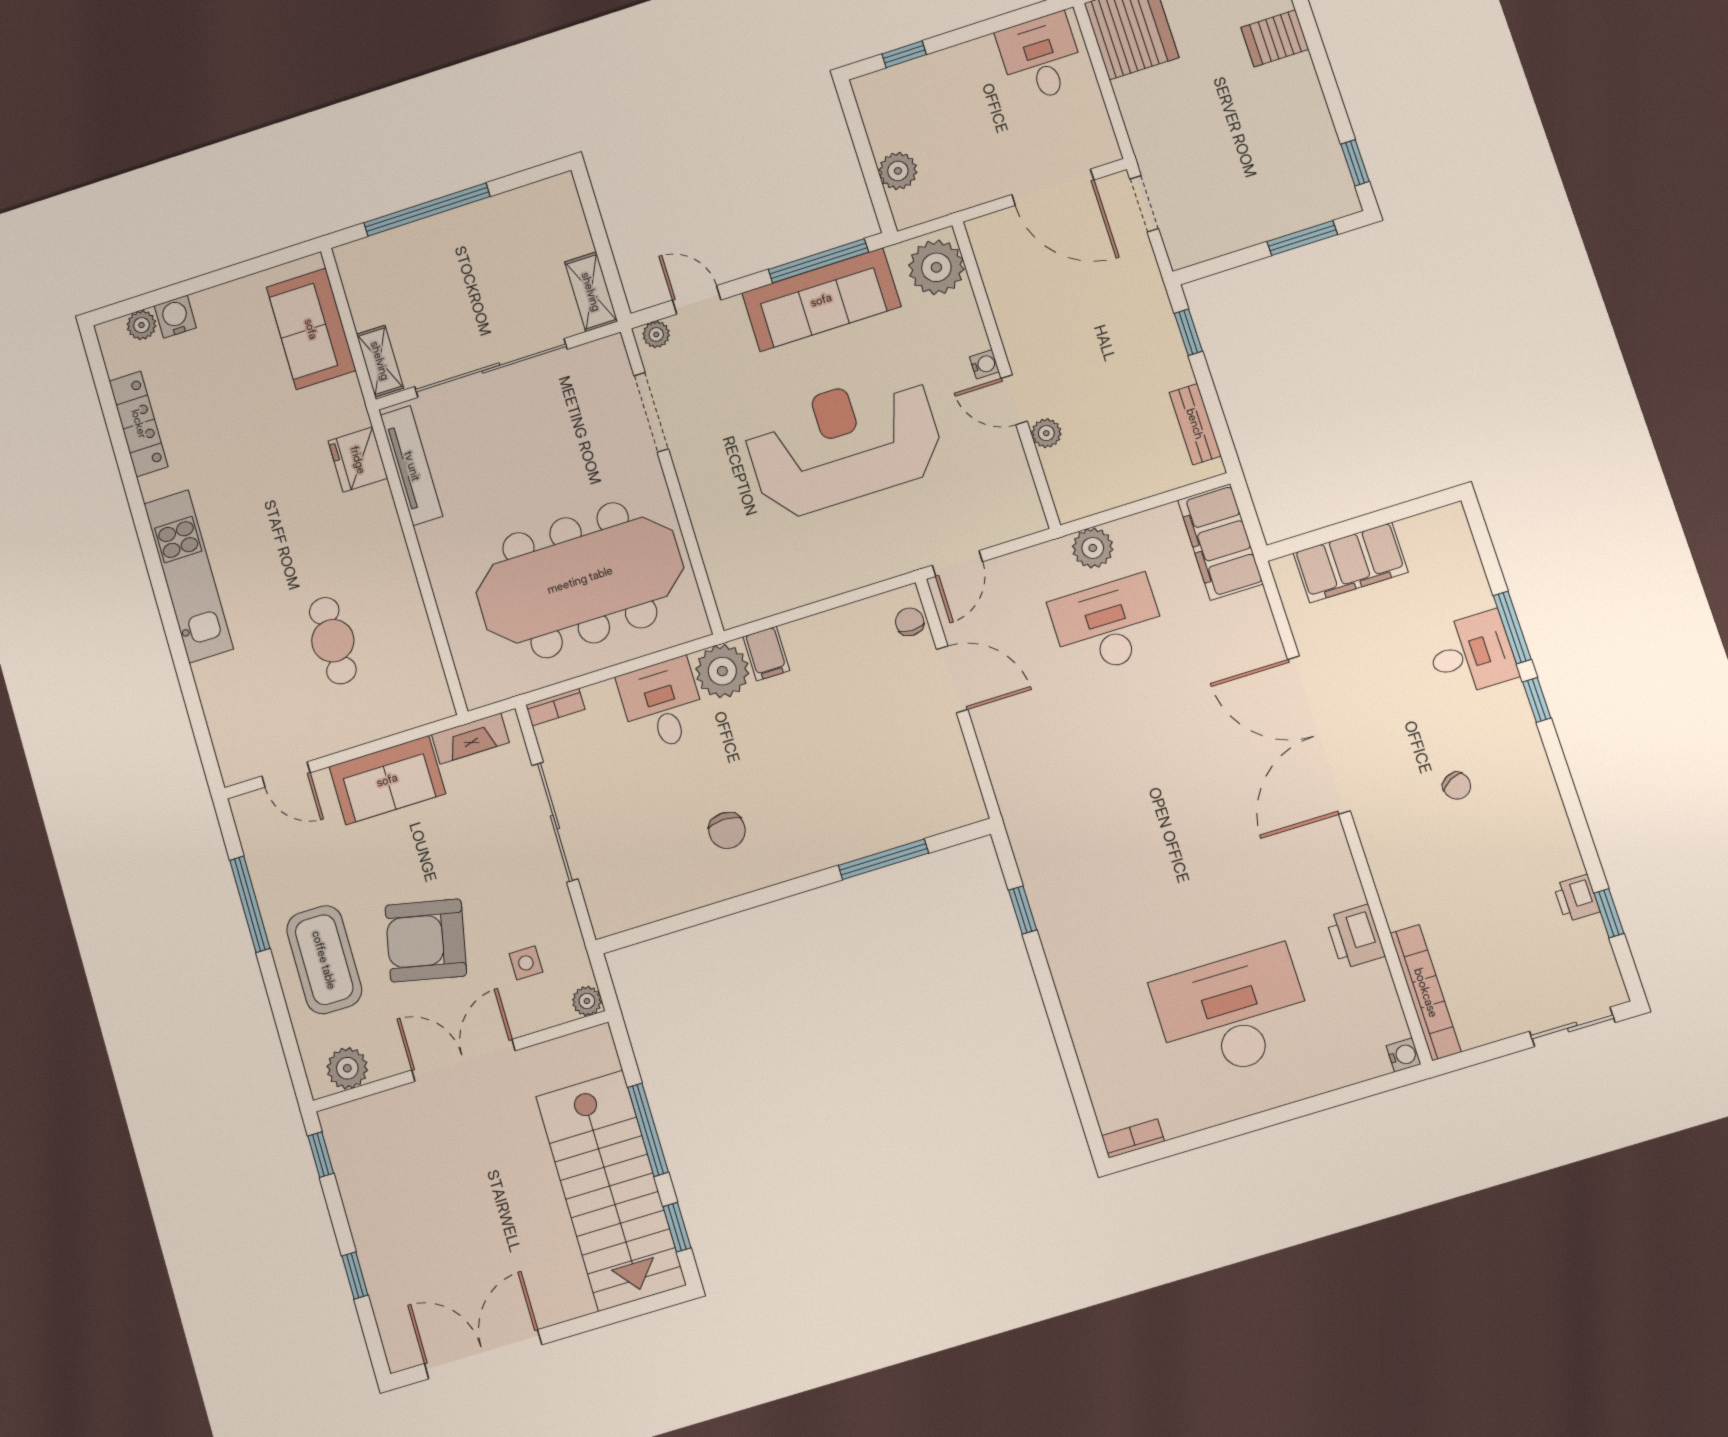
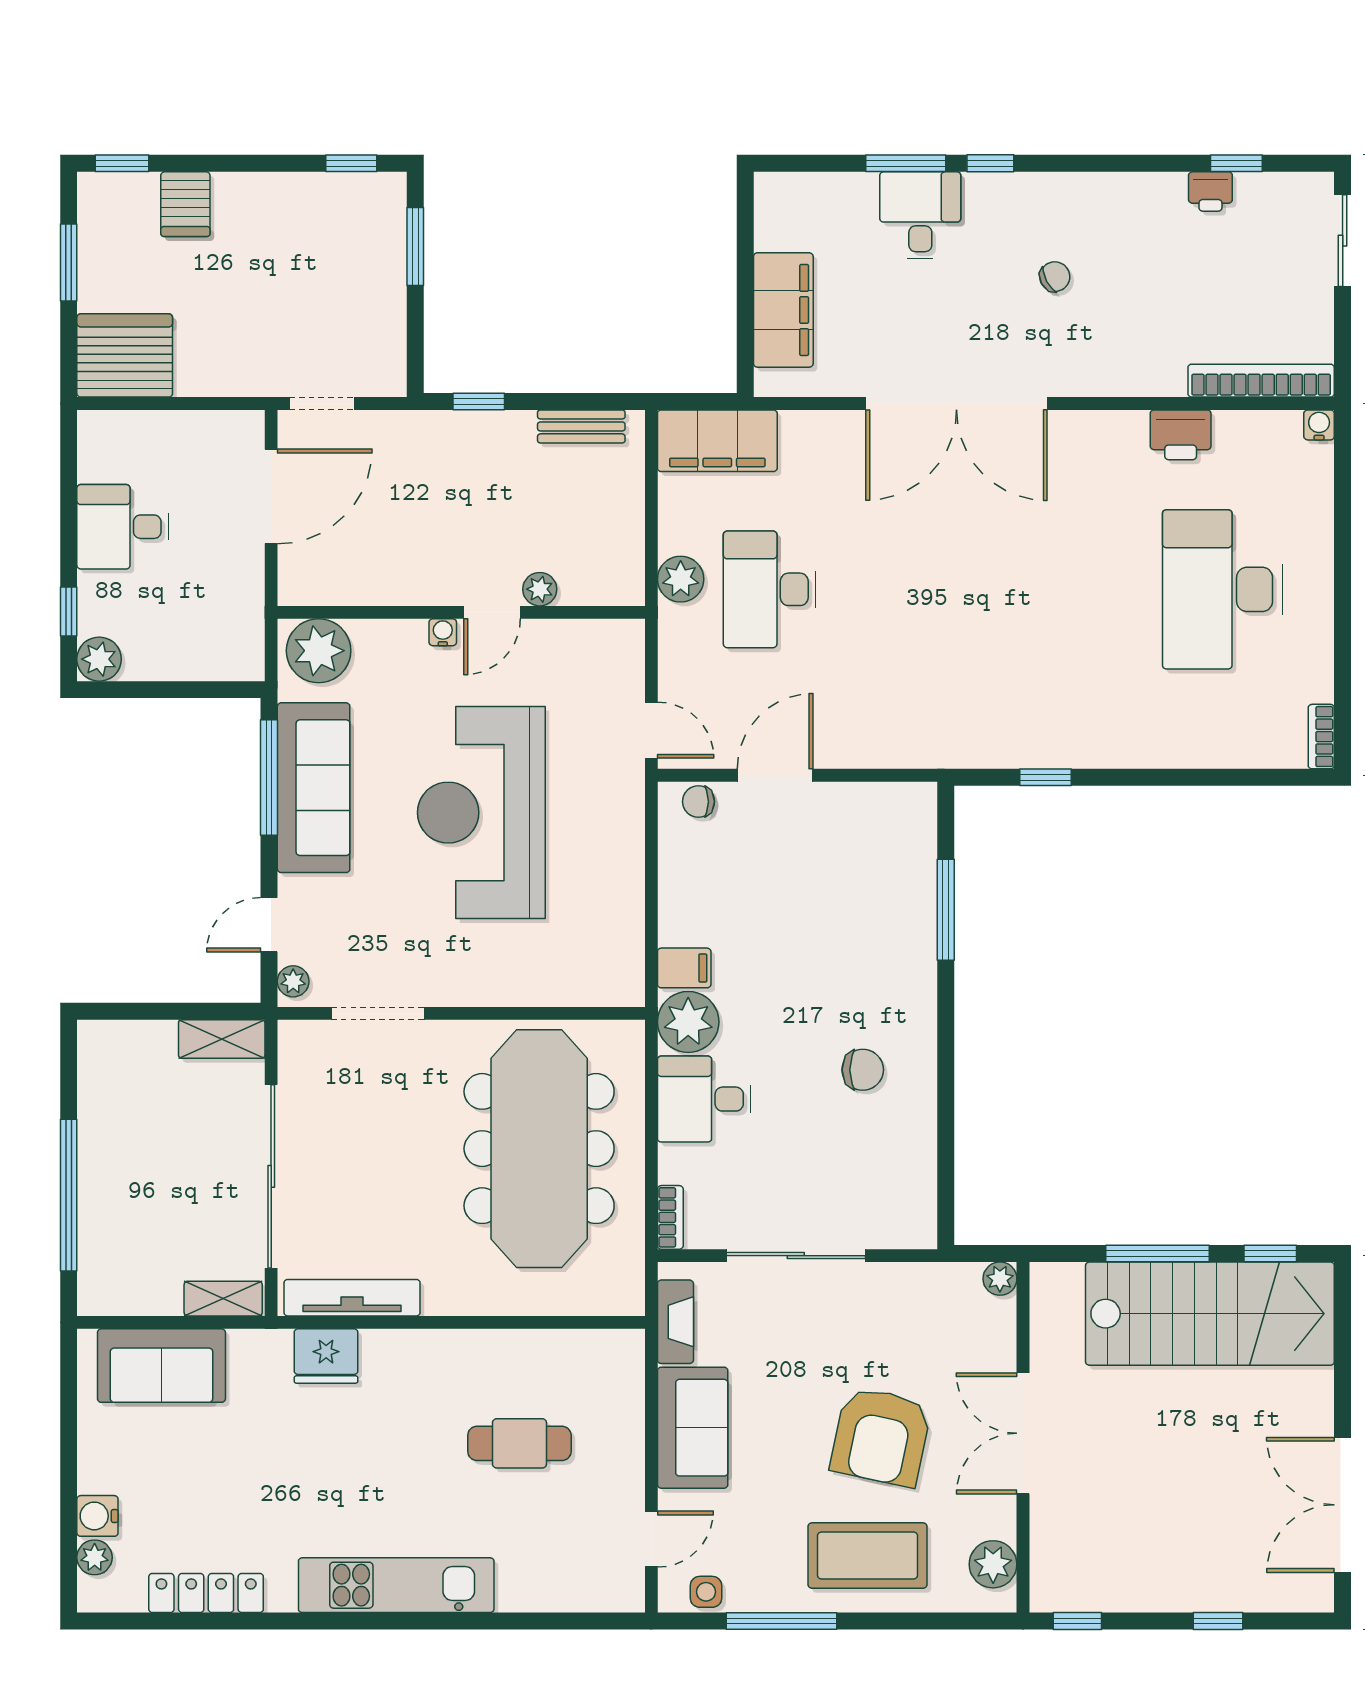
desk: (1041, 58) -> (123, 527), moved
plant: (898, 171) -> (99, 659), moved
side table: (526, 963) -> (706, 1592), moved

